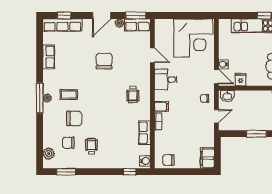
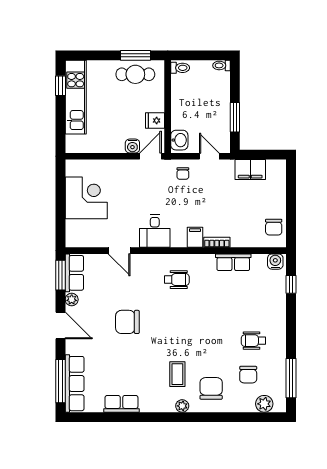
window: (64, 16) -> (60, 381), width x2.17
corner desk: (193, 38) -> (86, 198), width x0.74, depth x0.74
door: (152, 55) -> (119, 251), swing flipped
window: (40, 98) -> (182, 417), removed
chair: (74, 118) -> (211, 388), moved
window: (256, 134) -> (235, 117), moved
filing cabinet: (207, 158) -> (250, 170), moved
window: (66, 172) -> (291, 378), width x1.44

